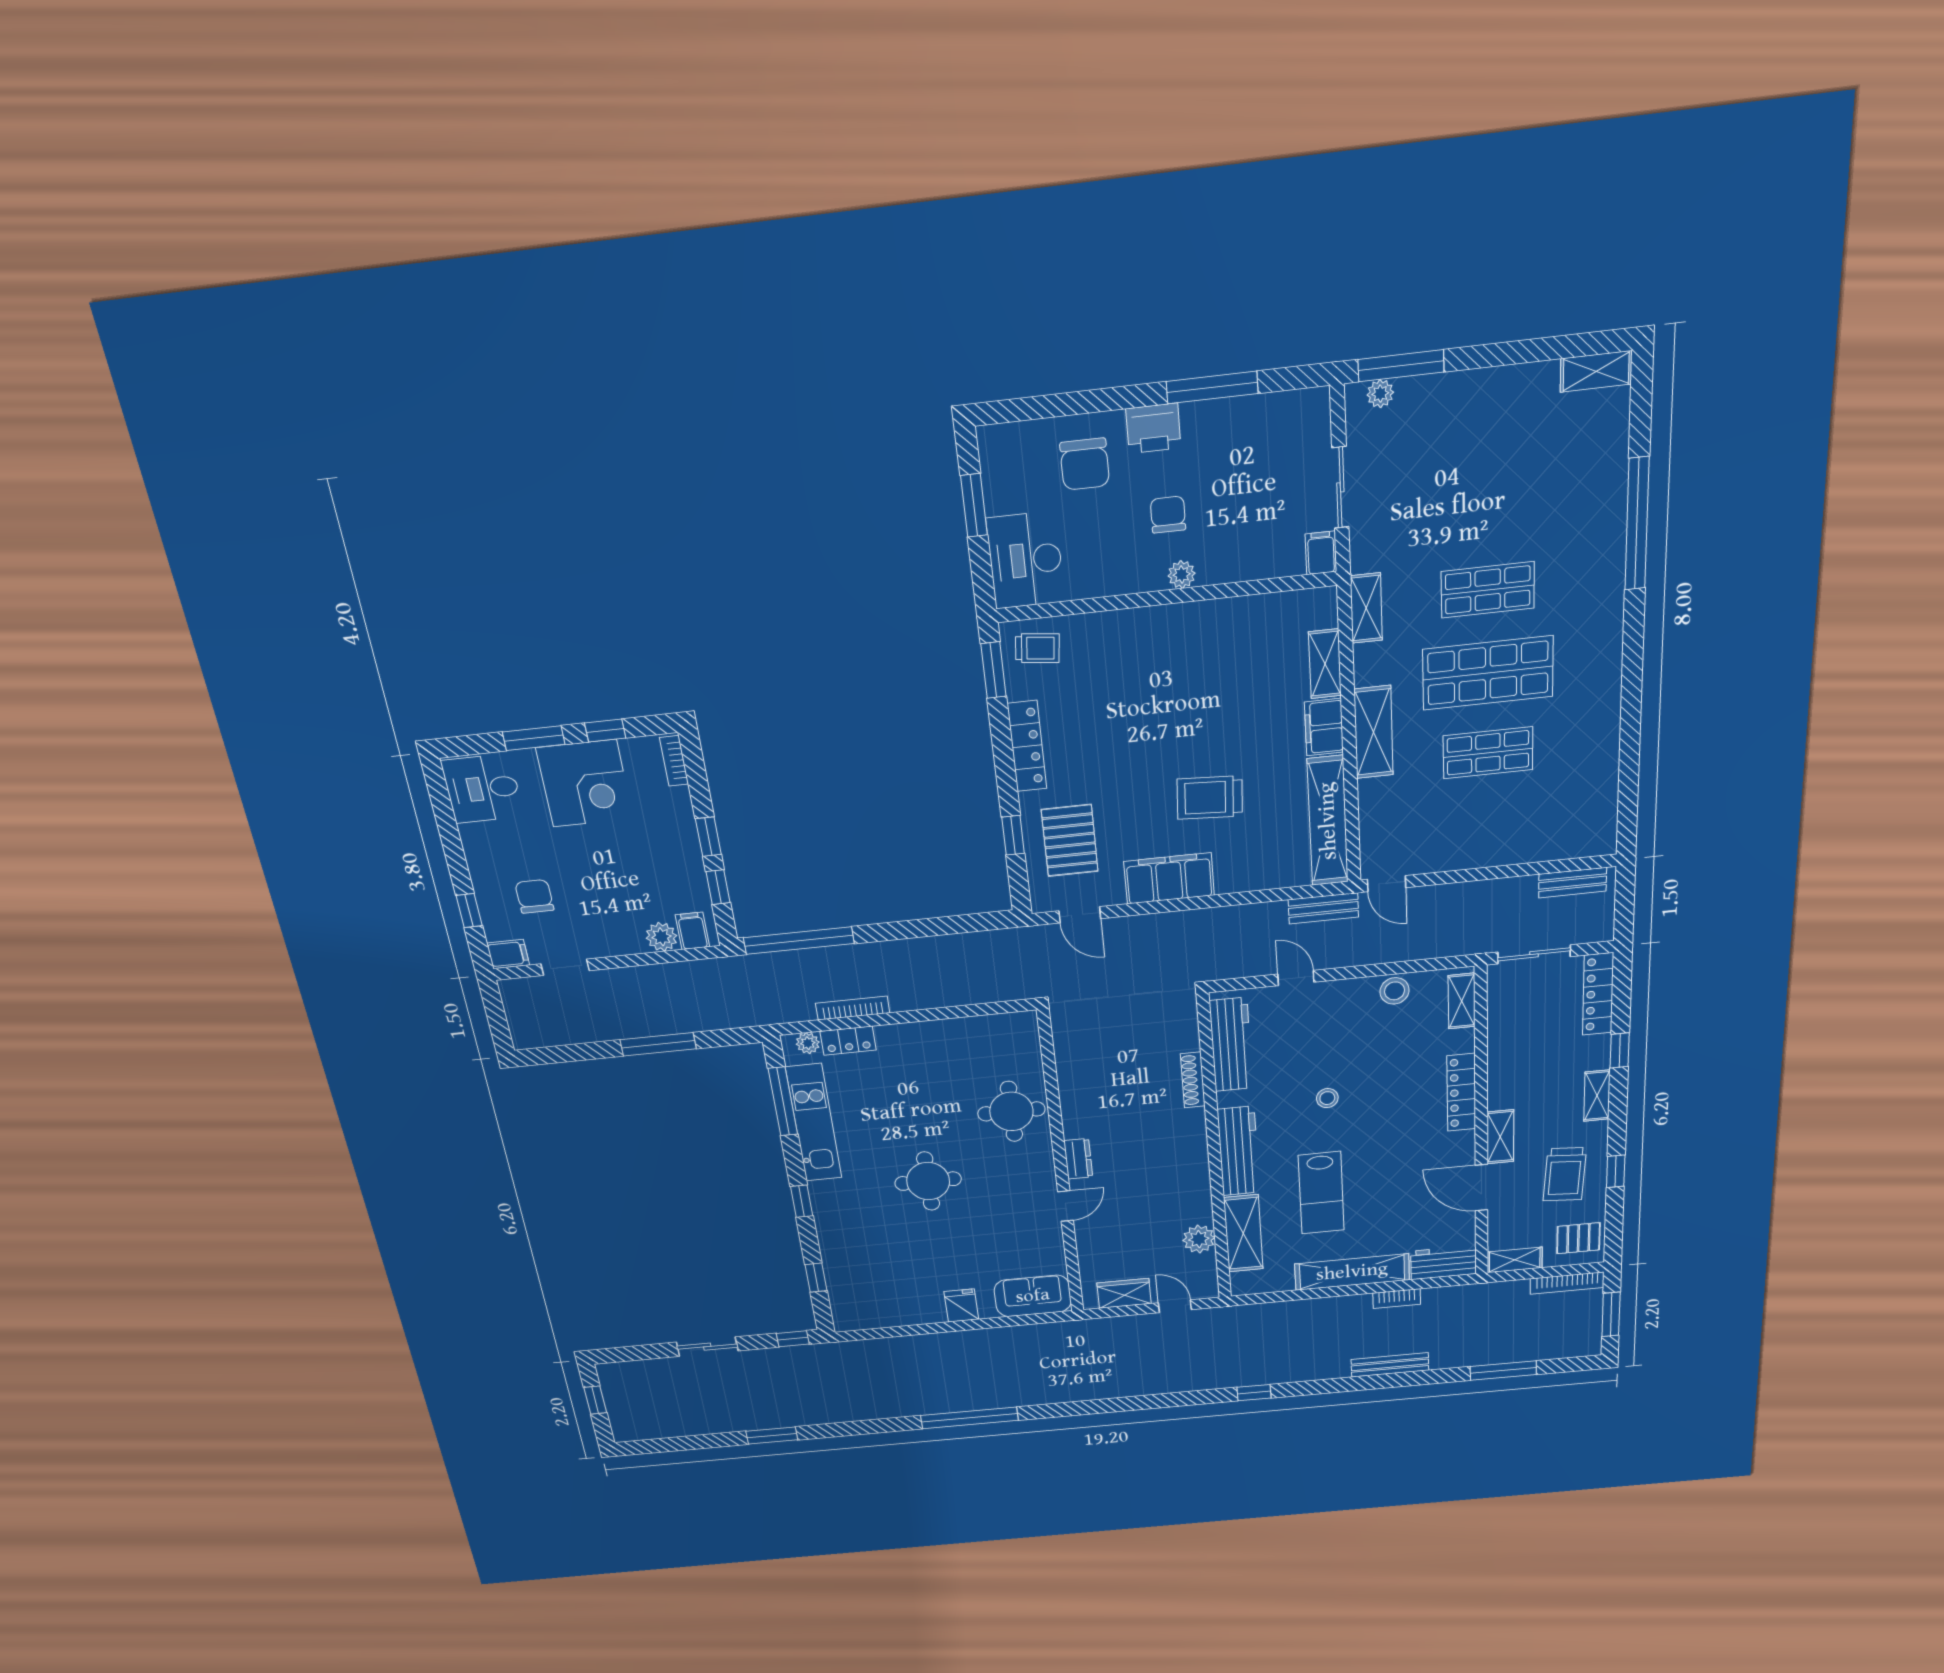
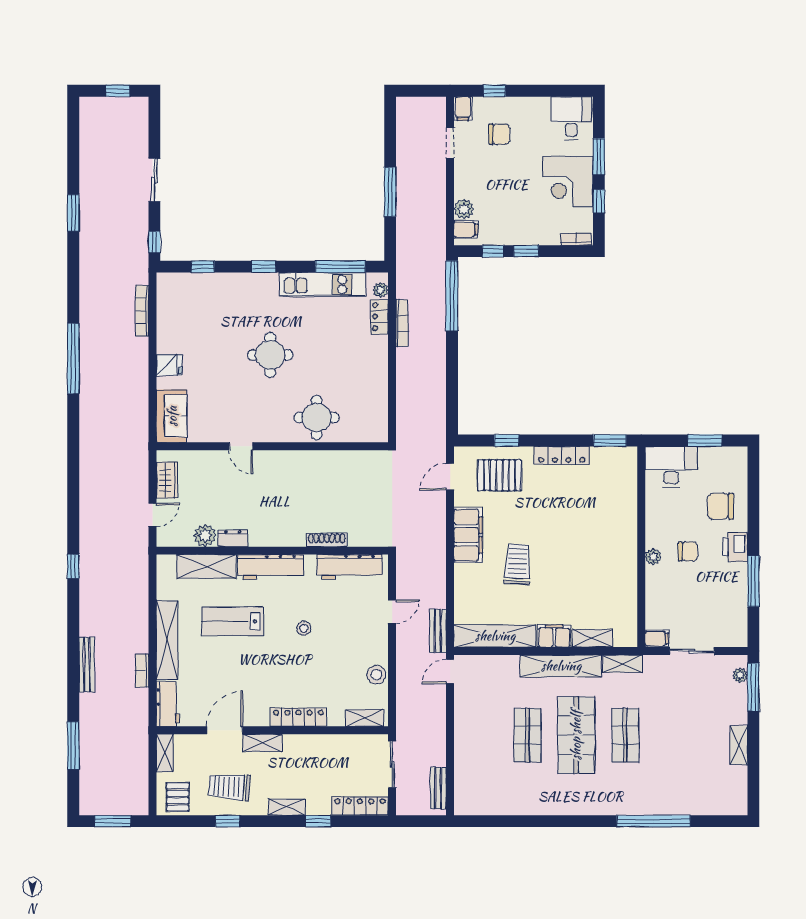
shelving: (1596, 371) -> (739, 745), moved
trolley: (1037, 648) -> (620, 468), removed
shelving: (1374, 732) -> (561, 666), width x1.47
dresser: (1078, 1159) -> (233, 538), moved, turned 180
bookcase: (1567, 1283) -> (142, 311), moved

